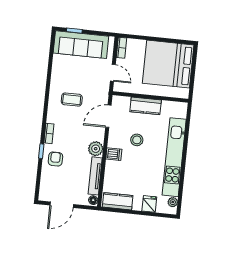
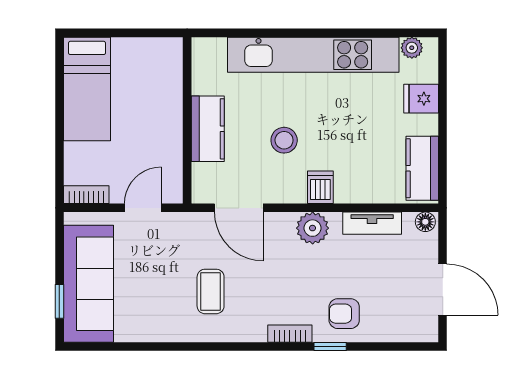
bed: (168, 64) -> (87, 89), width x0.49
tv unit: (95, 176) -> (372, 223), width x0.71

